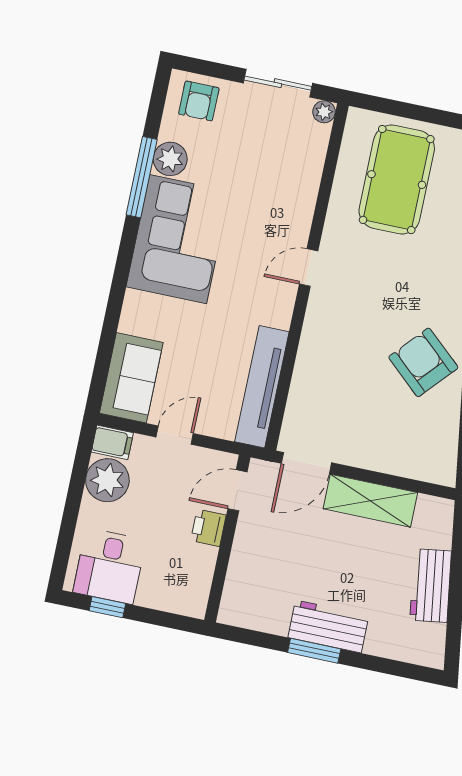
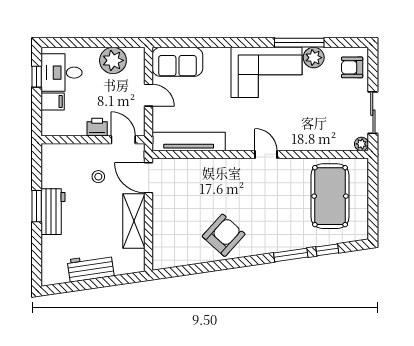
pool table: (397, 180) -> (330, 196), turned 90
filing cabinet: (112, 442) -> (53, 101), moved, turned -90
stool: (288, 543) -> (98, 177), added

